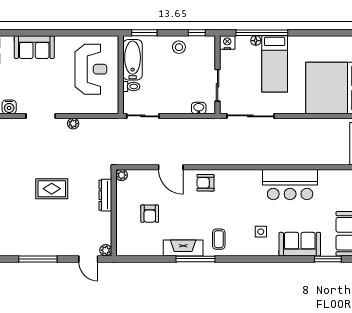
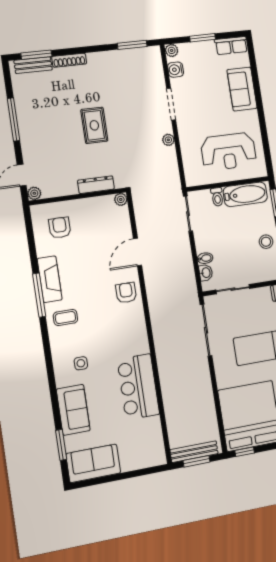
bidet: (186, 107) -> (205, 258), added
armchair: (150, 214) -> (60, 228), moved, turned 90

